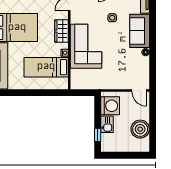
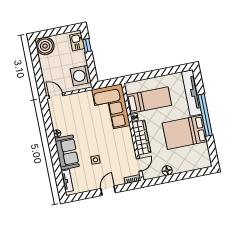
wardrobe: (61, 31) -> (141, 137), width x1.50
corner sofa: (86, 46) -> (111, 108), moved
kitchen sink: (107, 124) -> (77, 42), moved
boiler: (140, 129) -> (45, 46), moved

